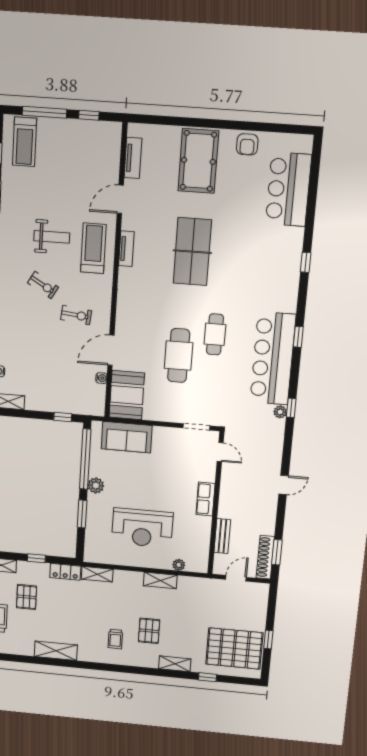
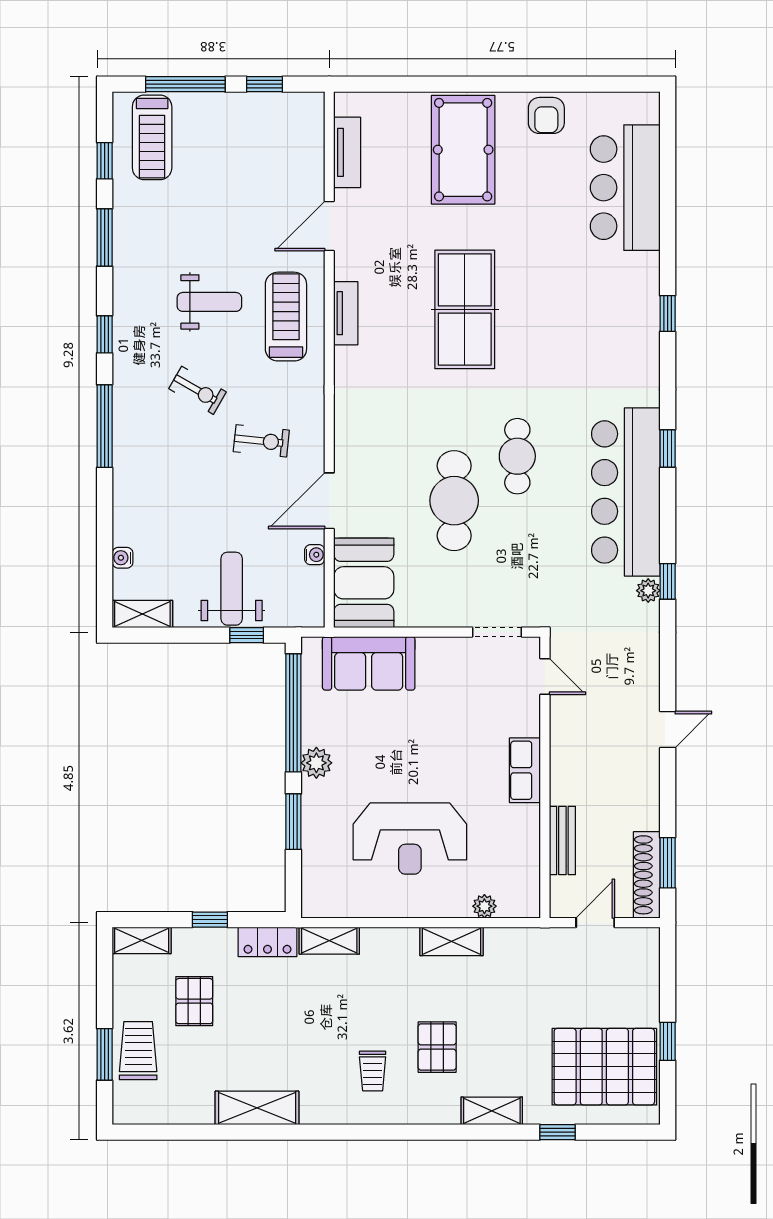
weight bench: (56, 392) -> (232, 589), added

